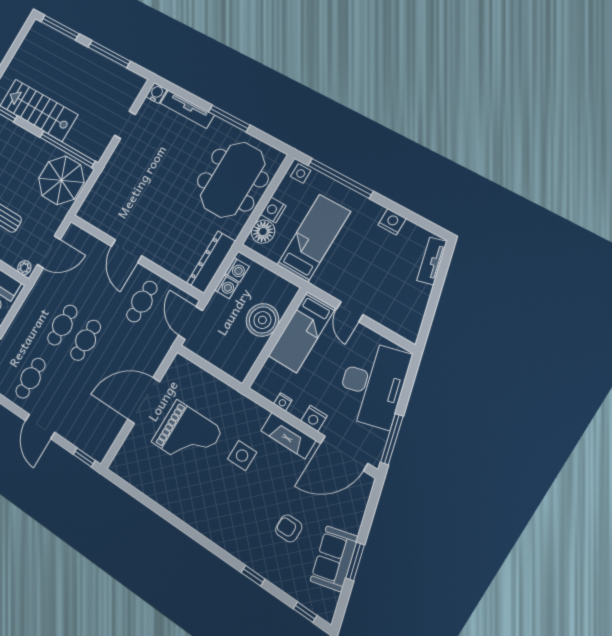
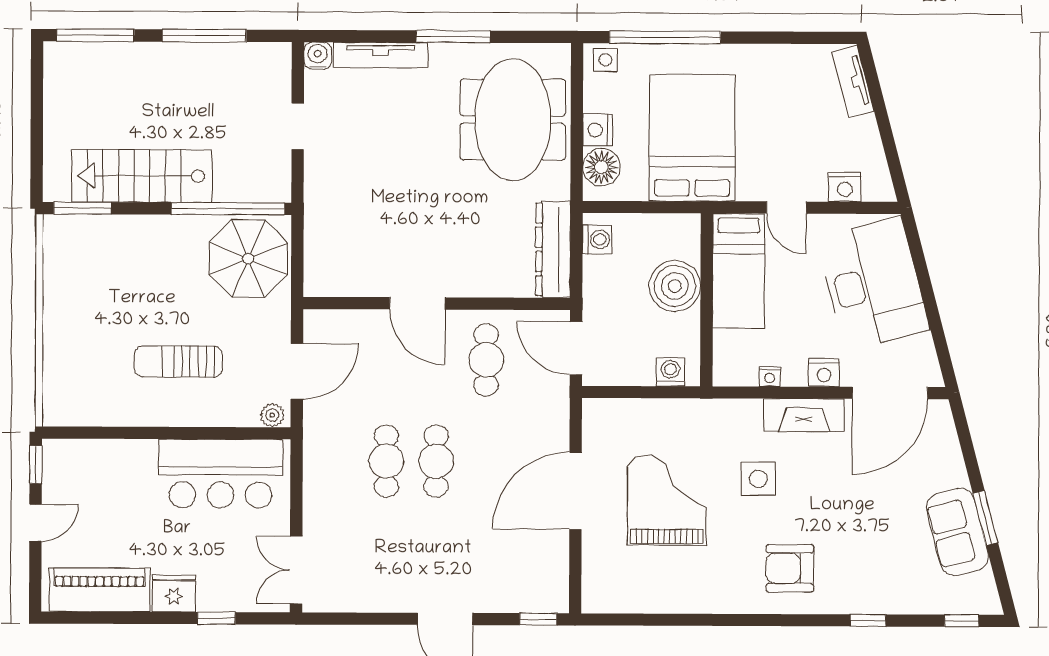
nightstand: (392, 222) -> (845, 187), moved, turned 180
bed: (314, 238) -> (692, 138), width x1.50
washing machine: (226, 287) -> (671, 372), moved, turned -90
cafe table: (31, 378) -> (386, 563), removed
grand piano: (187, 436) -> (667, 500), turned -90
window: (392, 439) -> (939, 338), removed
armchair: (289, 528) -> (790, 568), moved, width x1.38, depth x1.38

